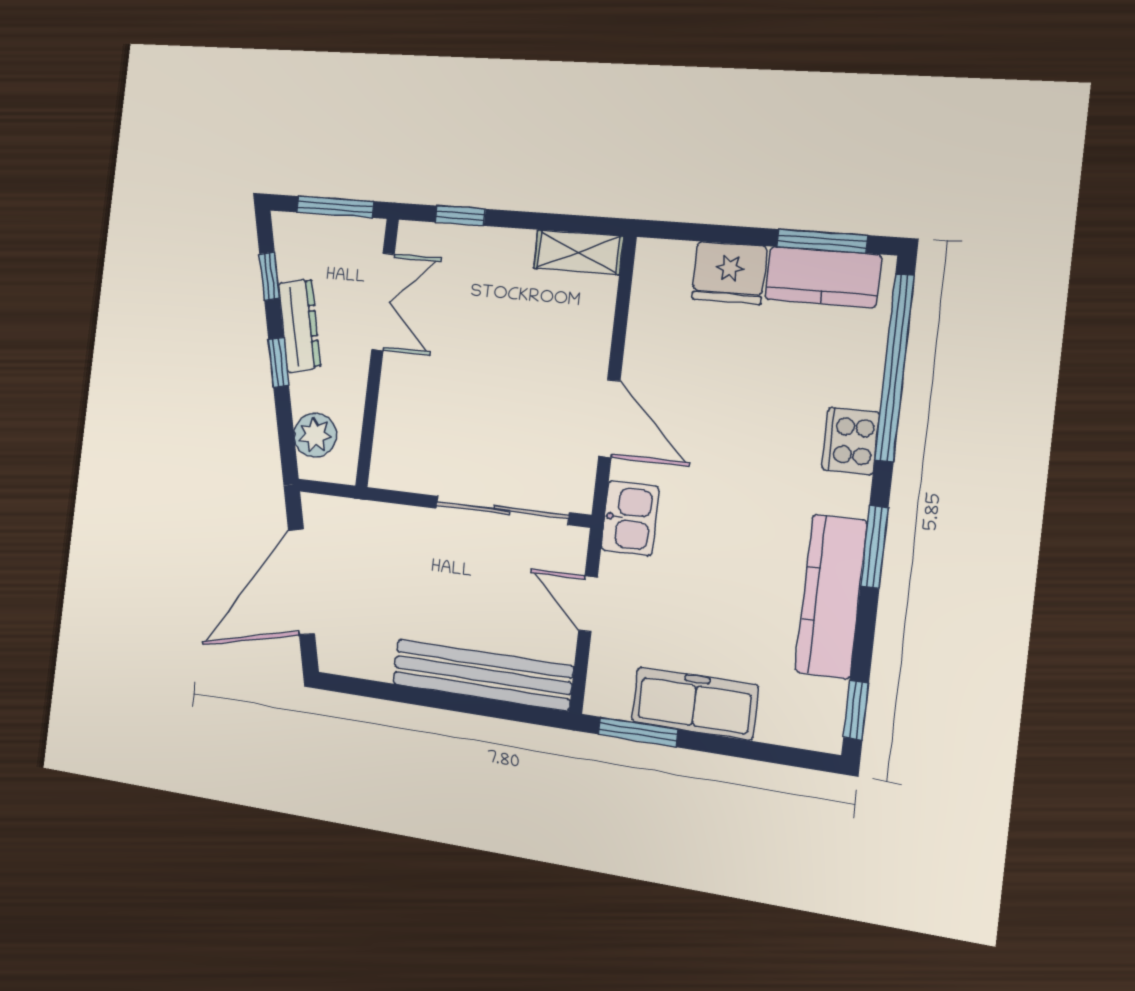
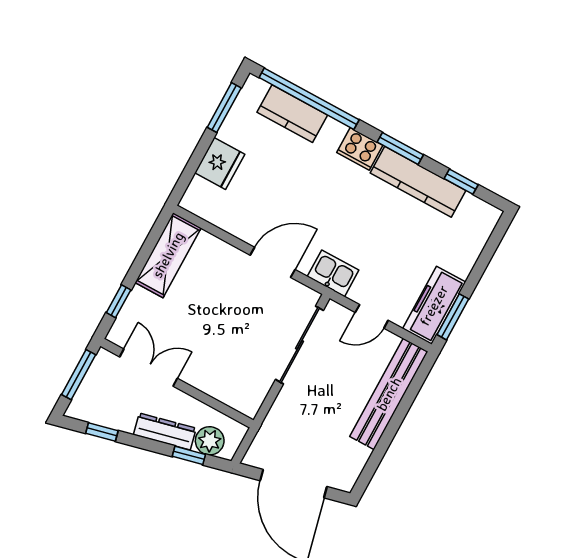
shelving: (578, 252) -> (168, 255), width x1.50, depth x1.33
kitchen counter: (823, 277) -> (292, 114), moved, turned 90
dresser: (299, 325) -> (165, 431), moved
window: (279, 362) -> (189, 455), moved
cooker: (851, 441) -> (360, 149), moved
freezer: (695, 703) -> (434, 305), moved
window: (856, 710) -> (461, 182), moved

